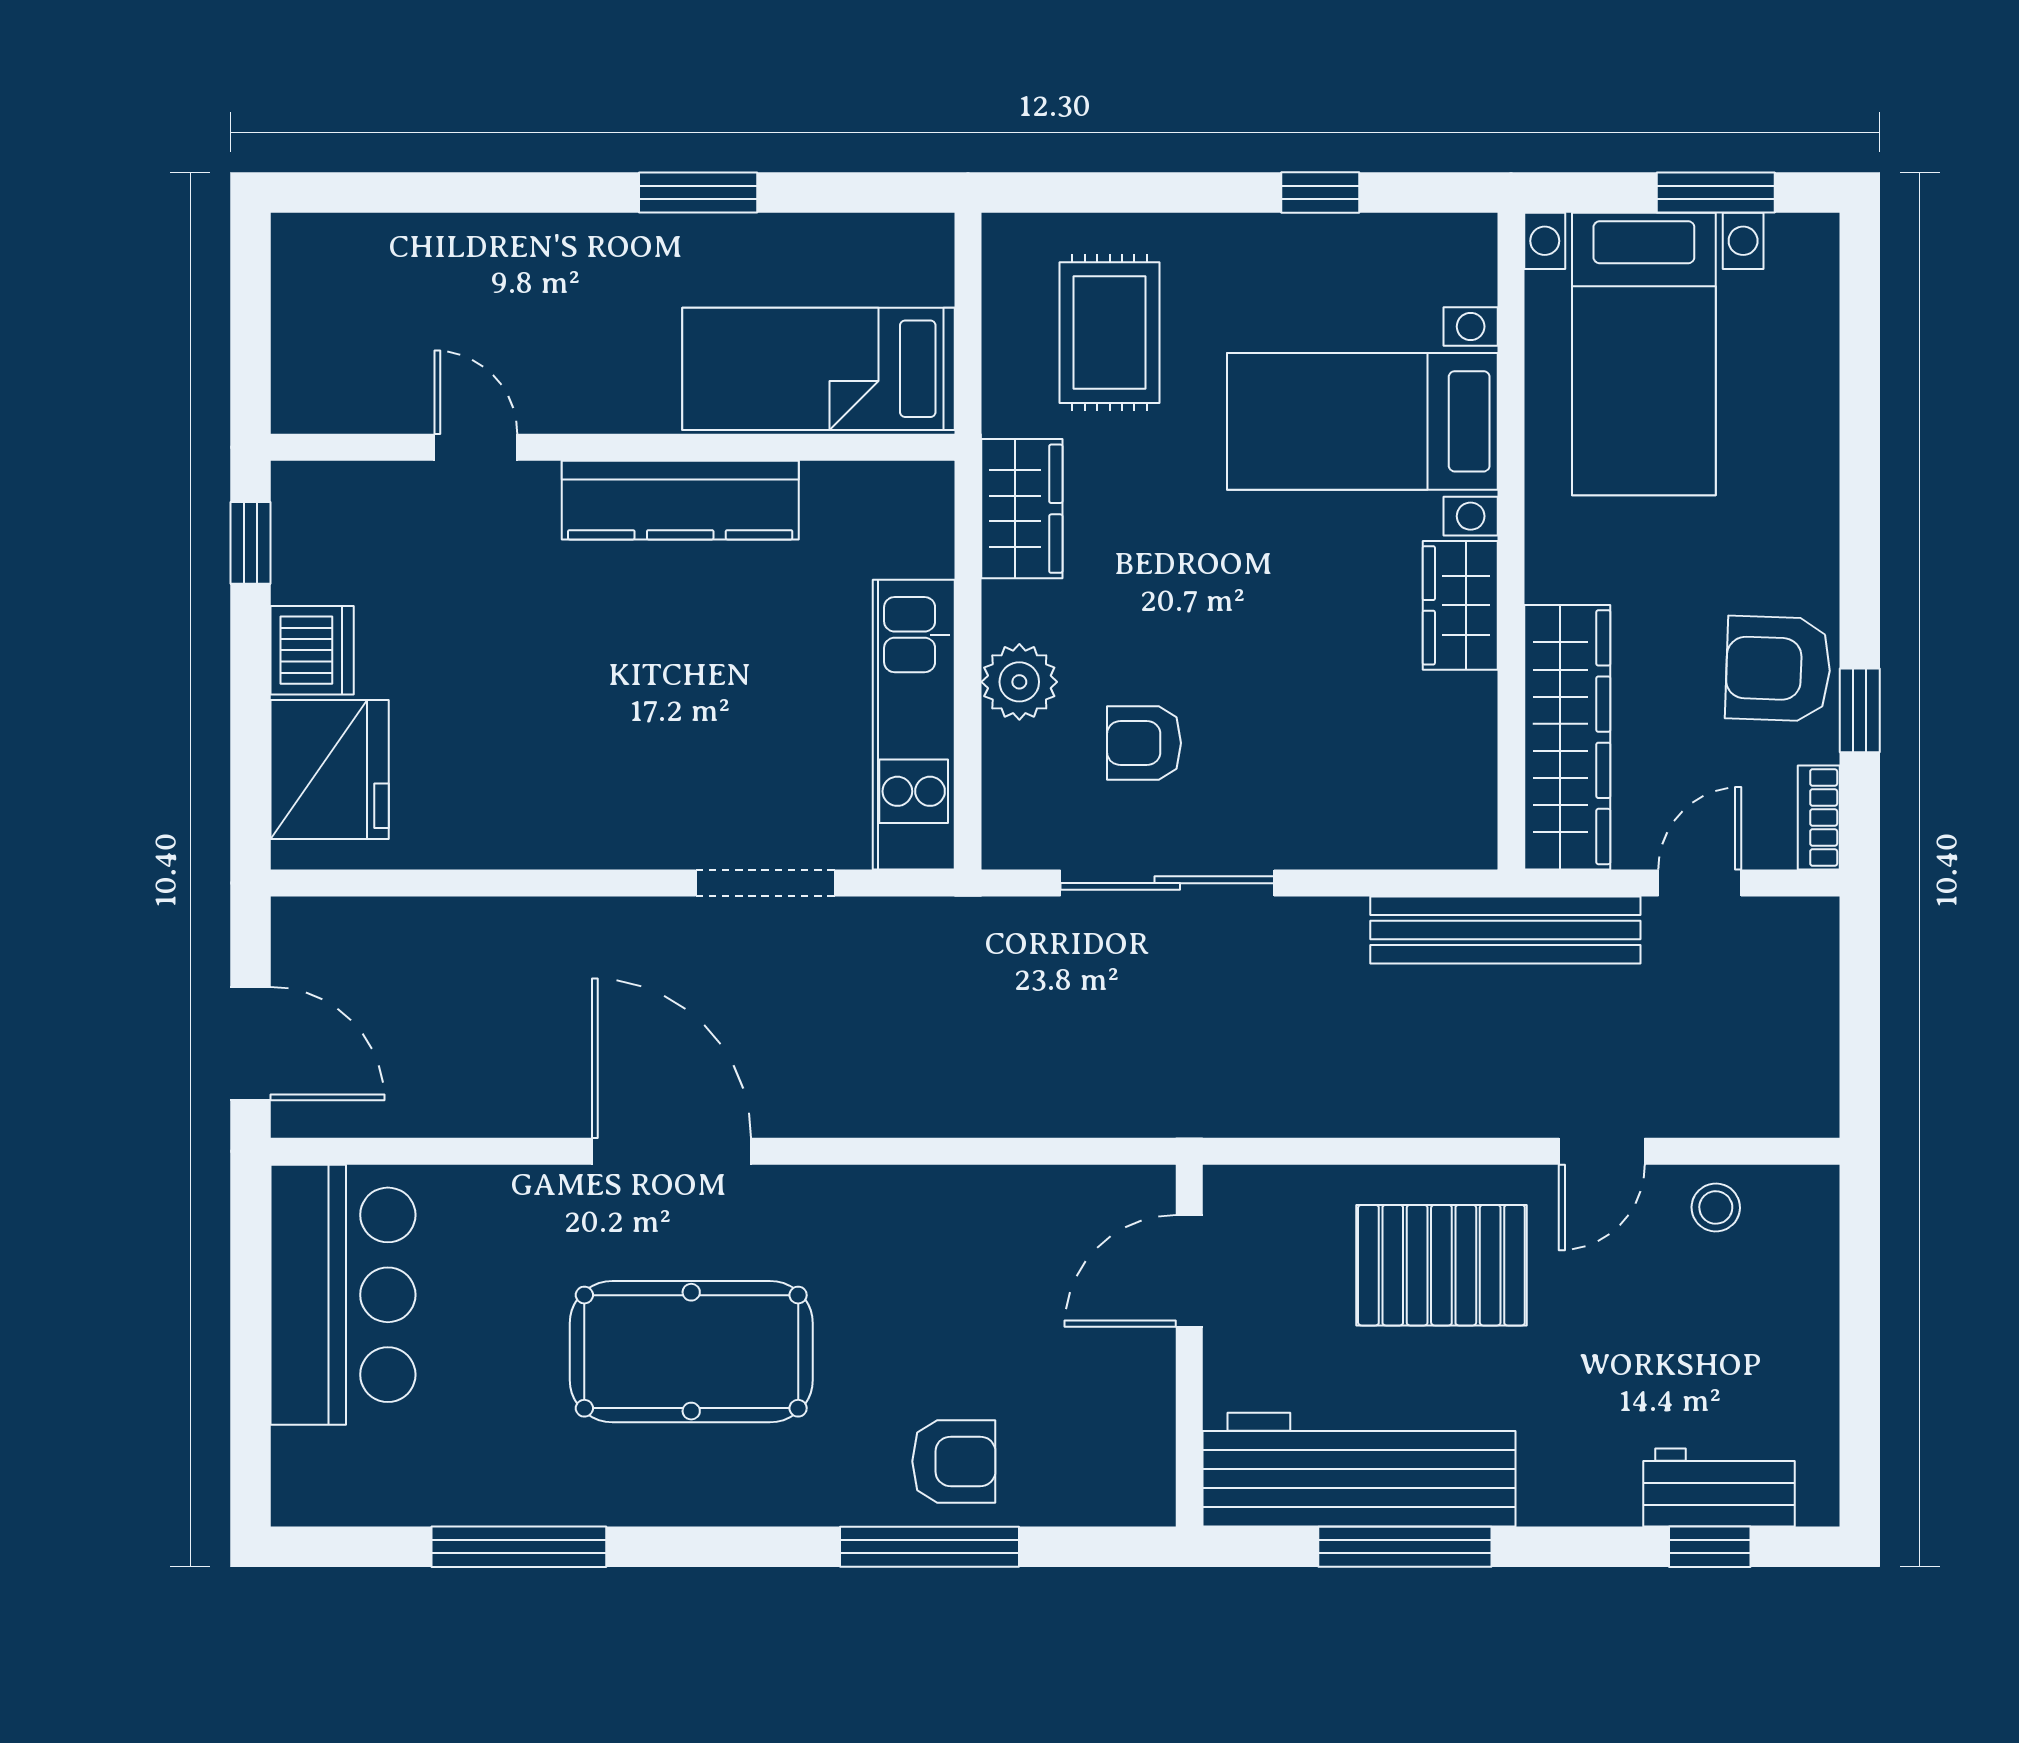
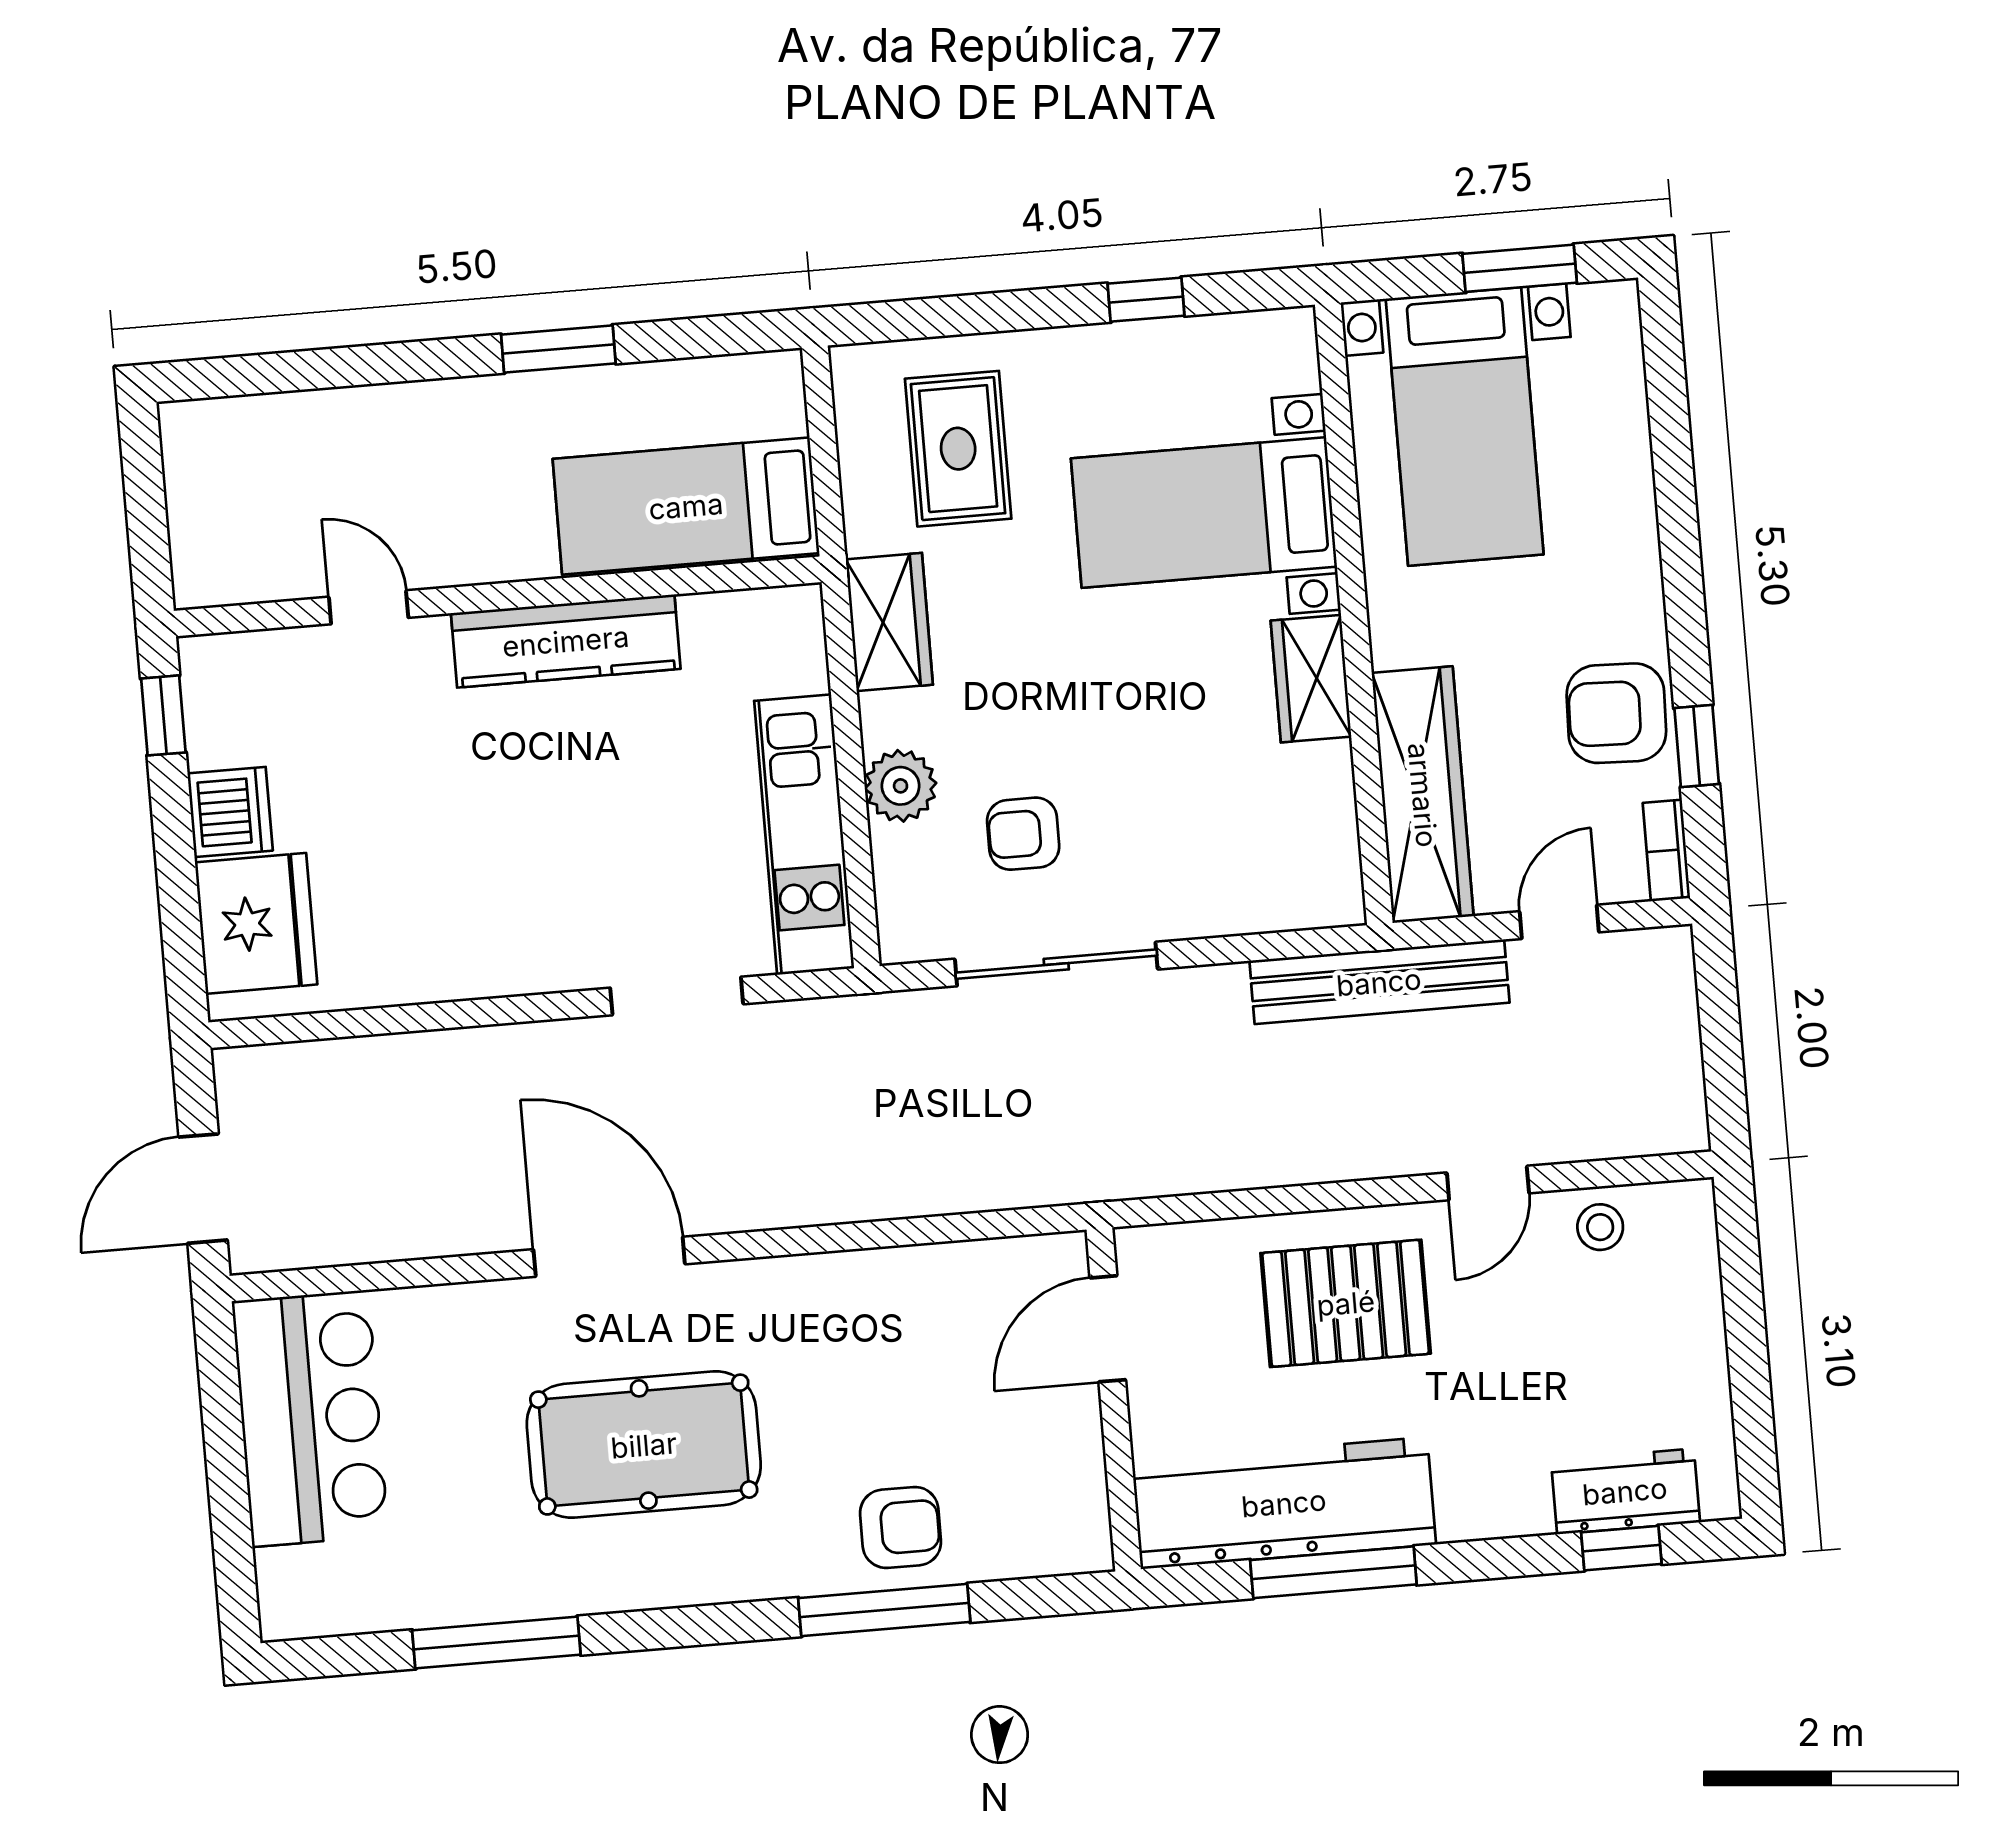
door: (251, 1044) -> (203, 1189), swing flipped

